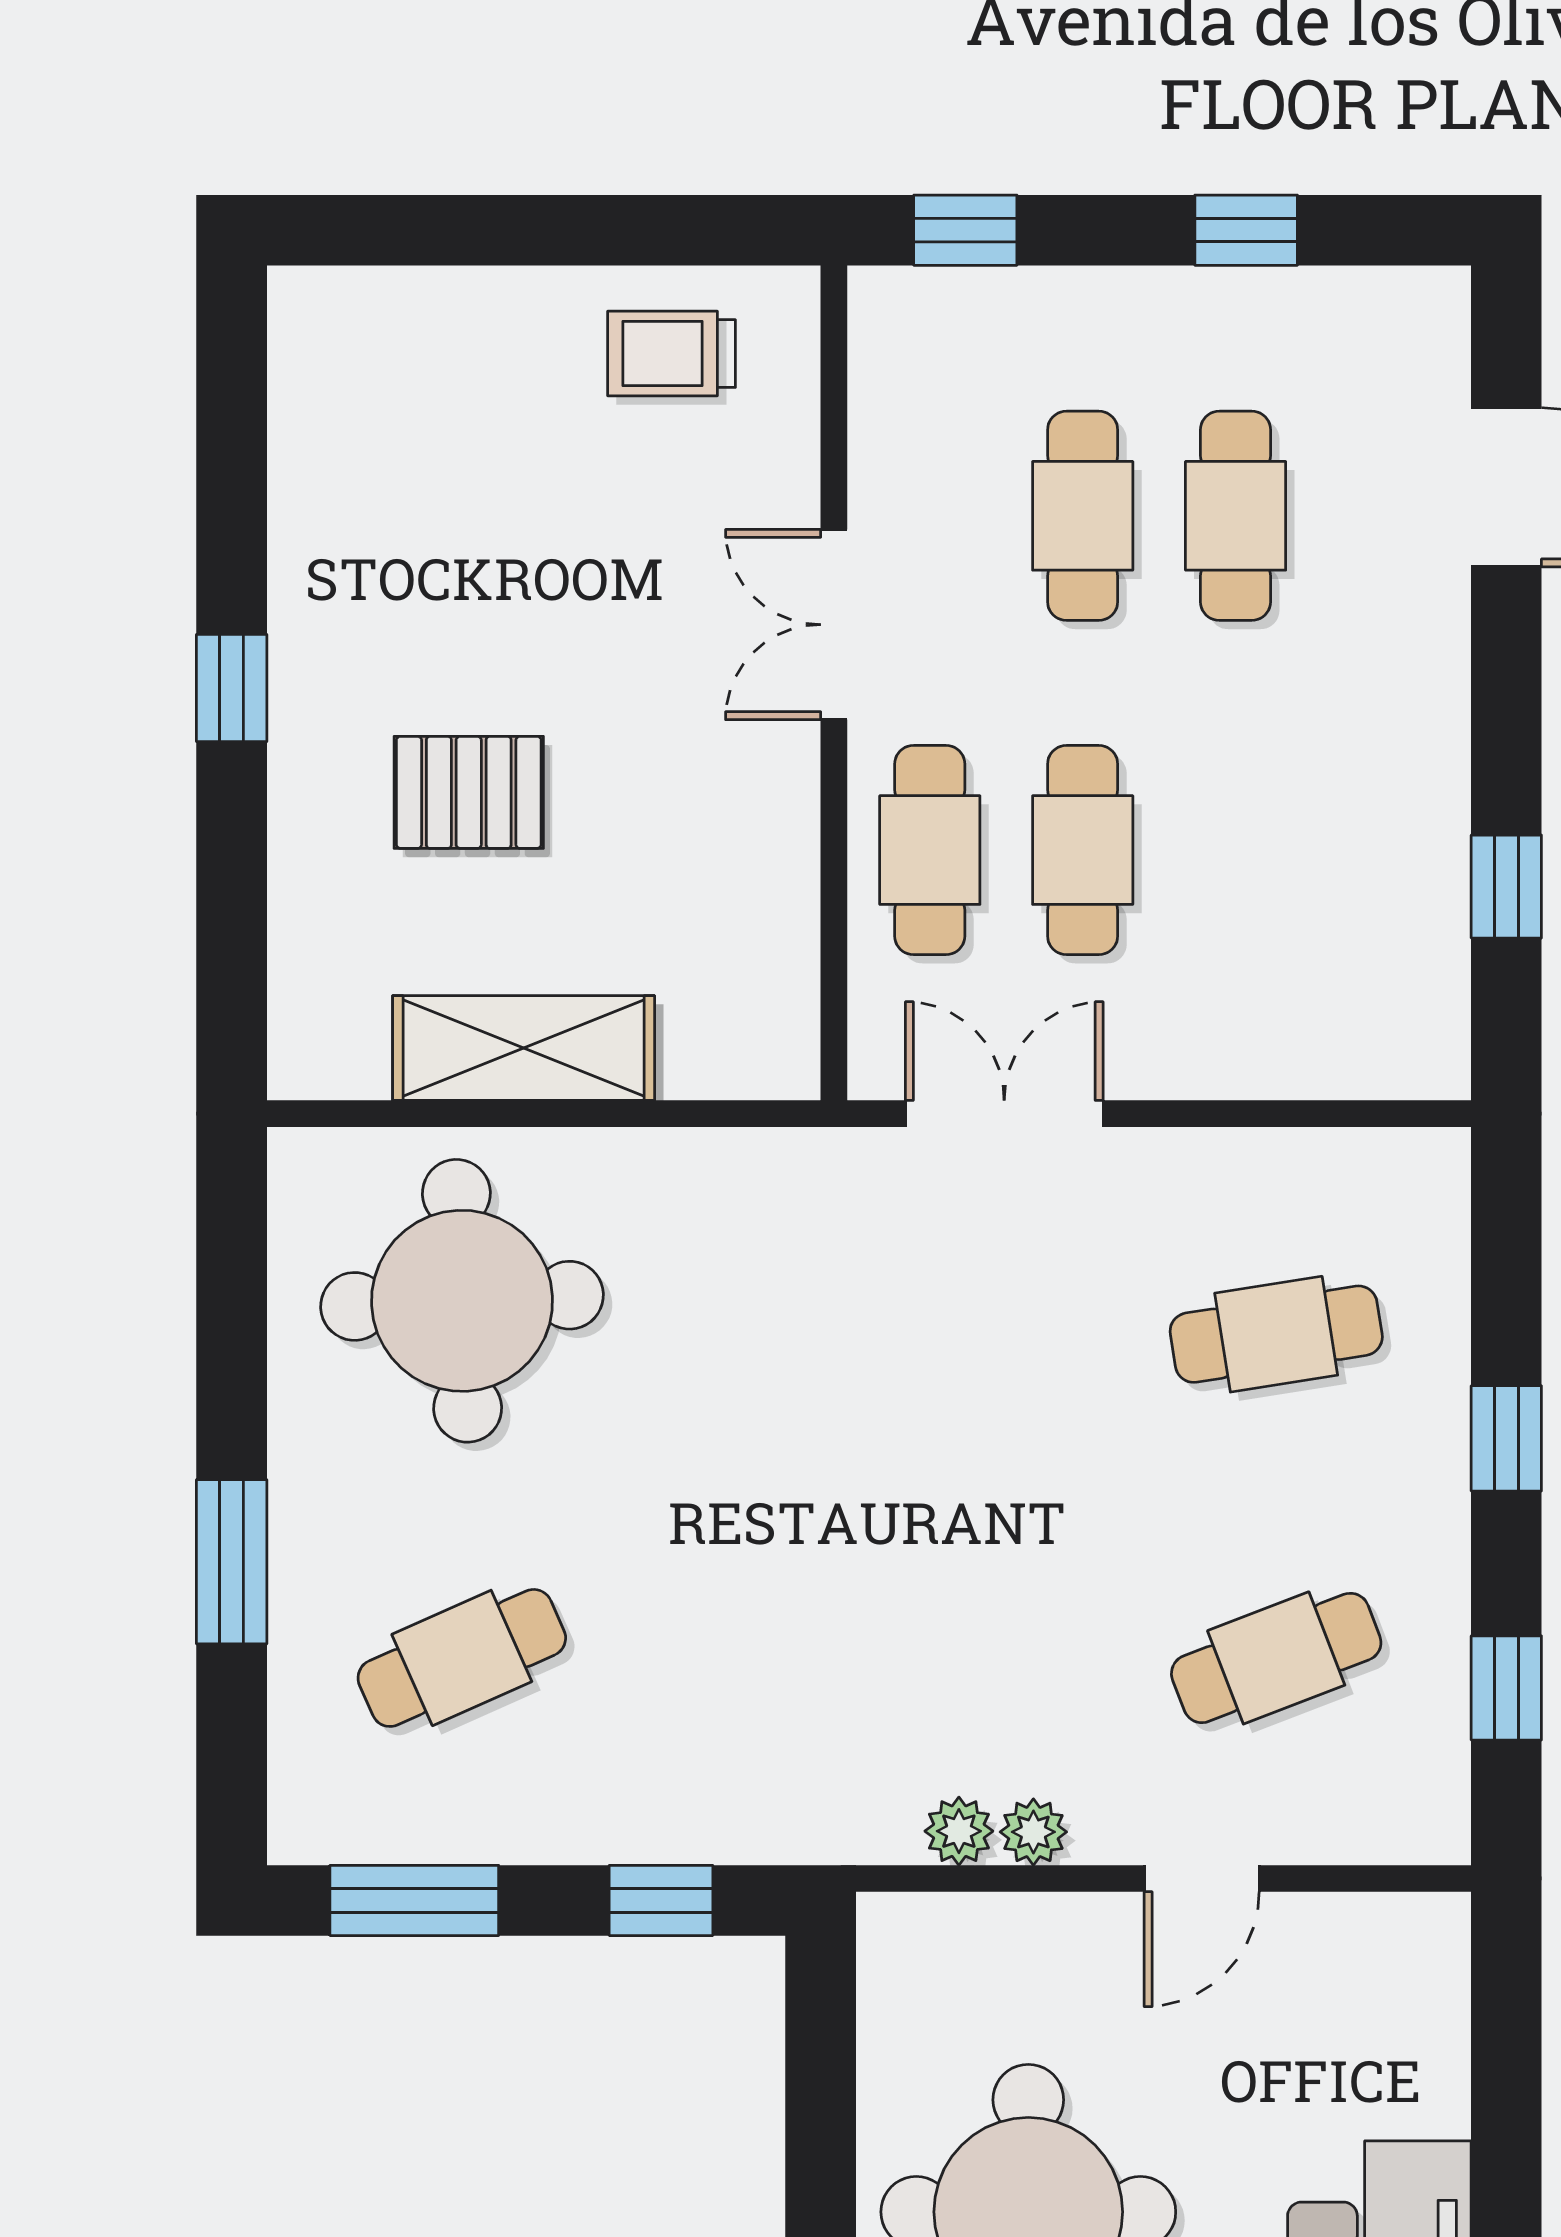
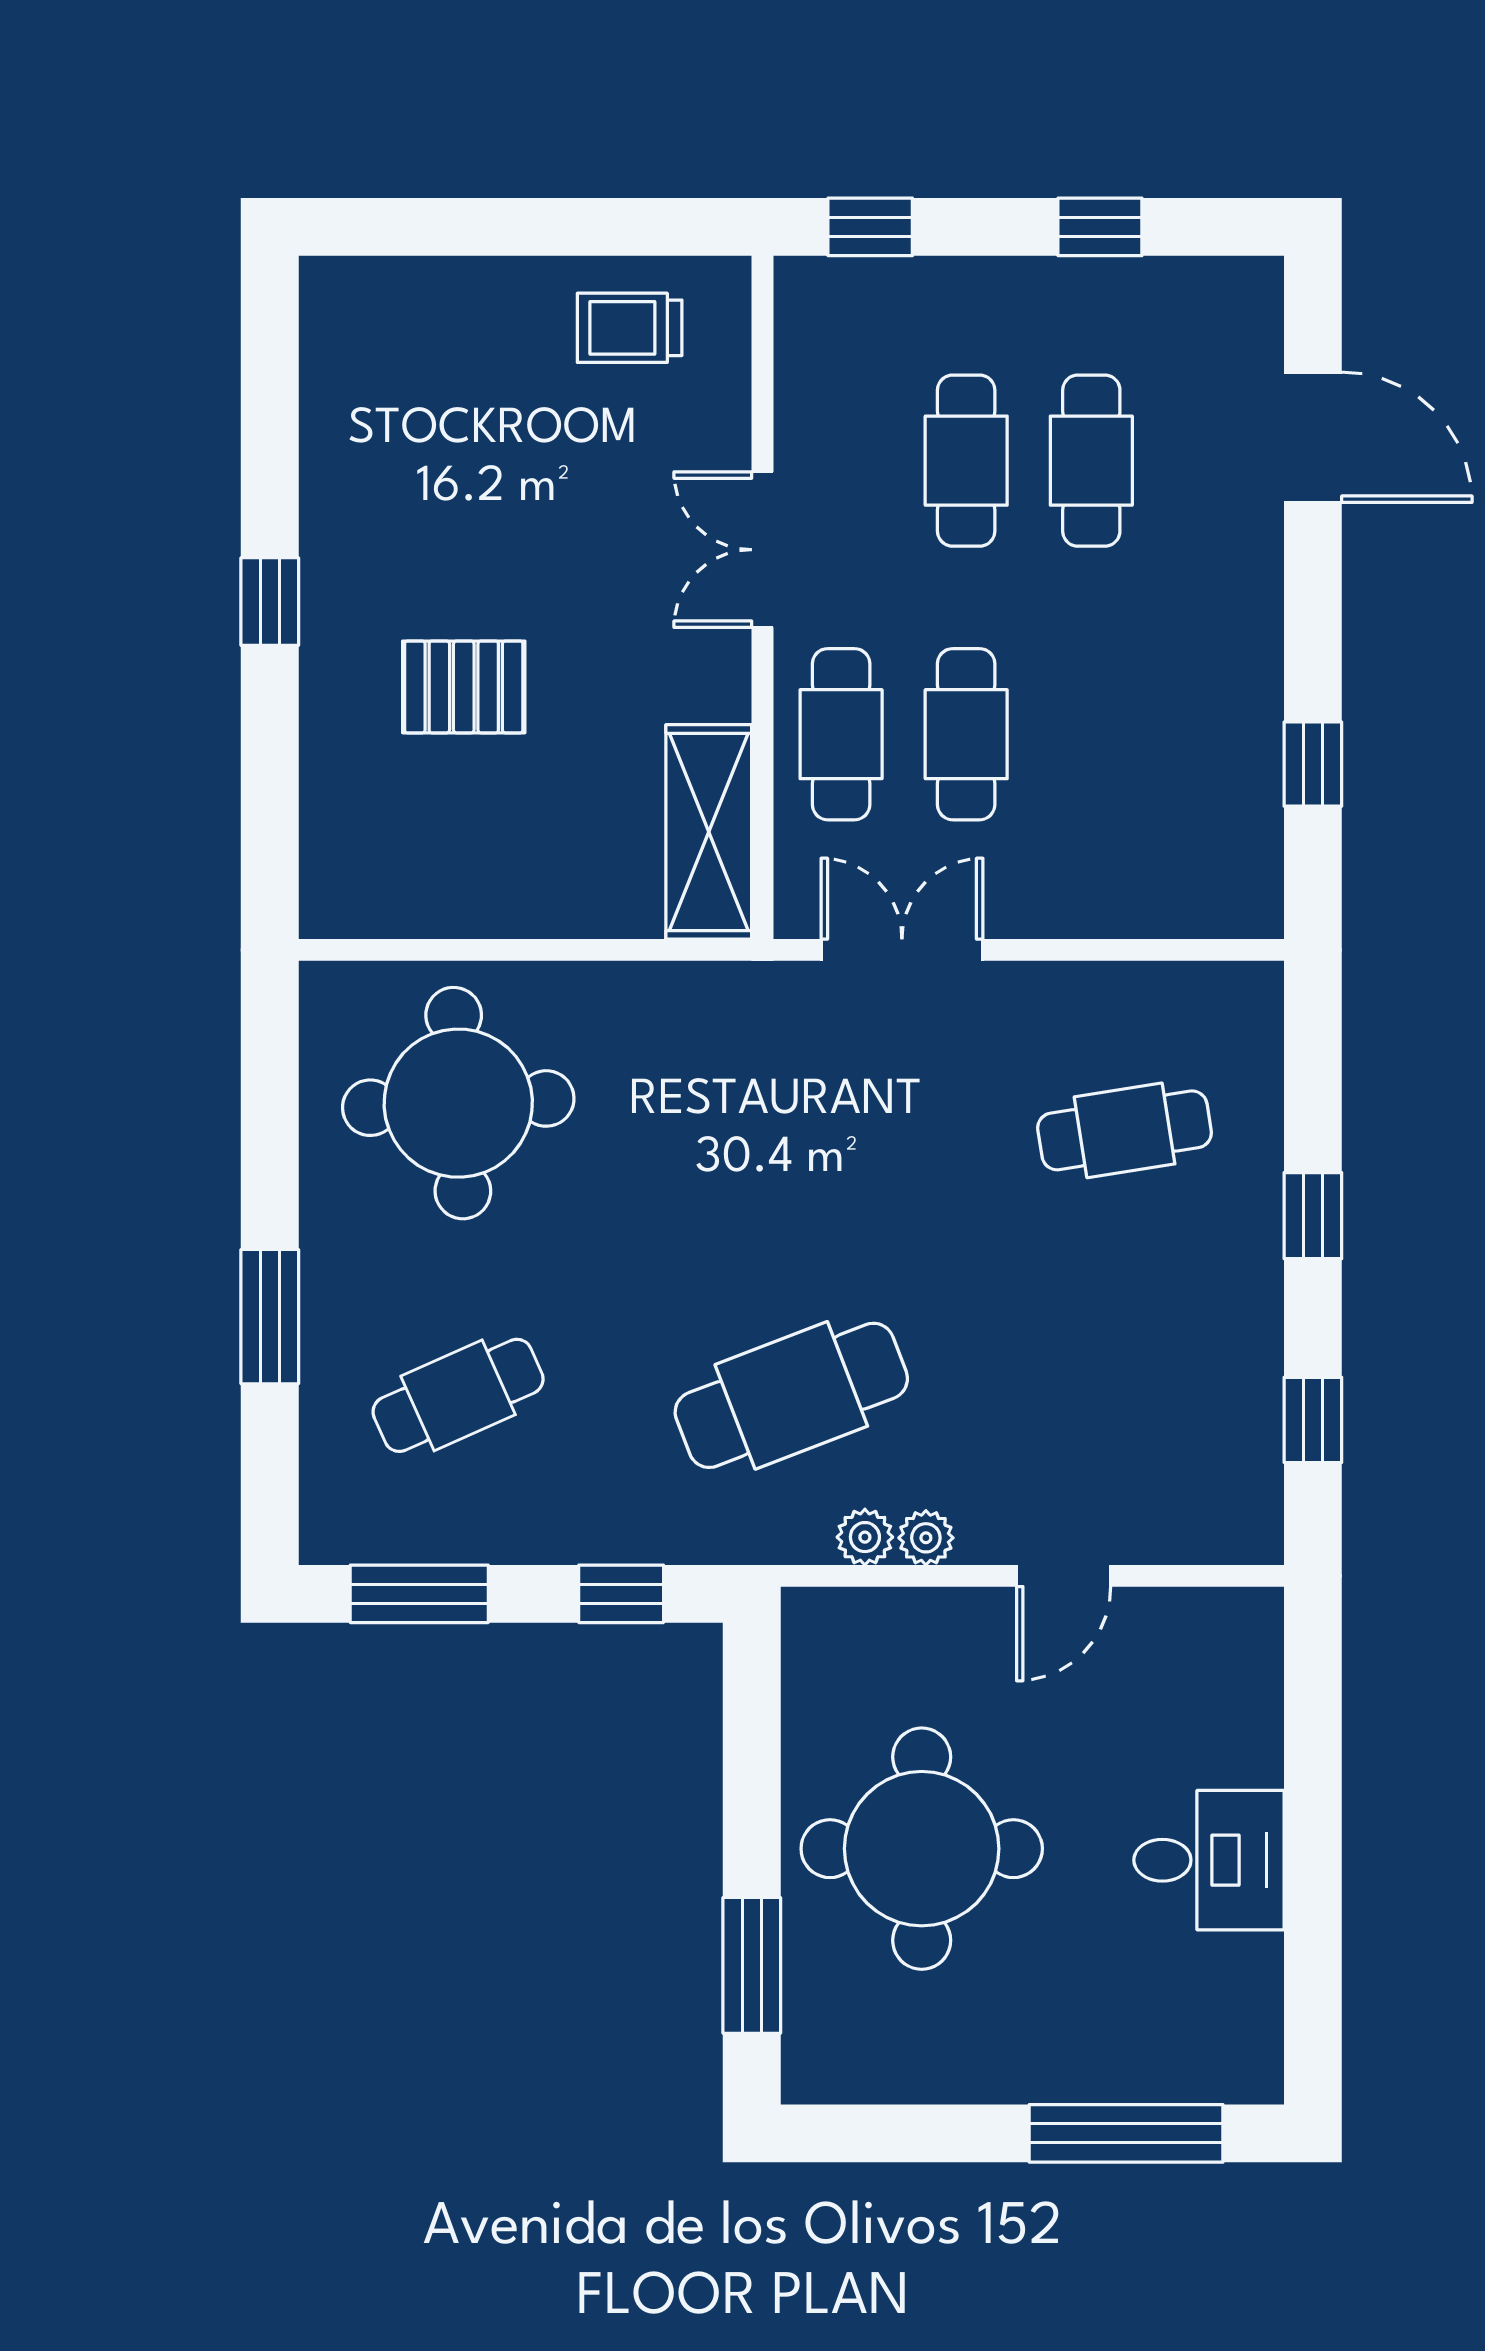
shelving: (524, 1048) -> (709, 832), moved, turned 90
cafe table: (1276, 1658) -> (791, 1395), moved, width x1.37, depth x1.35

